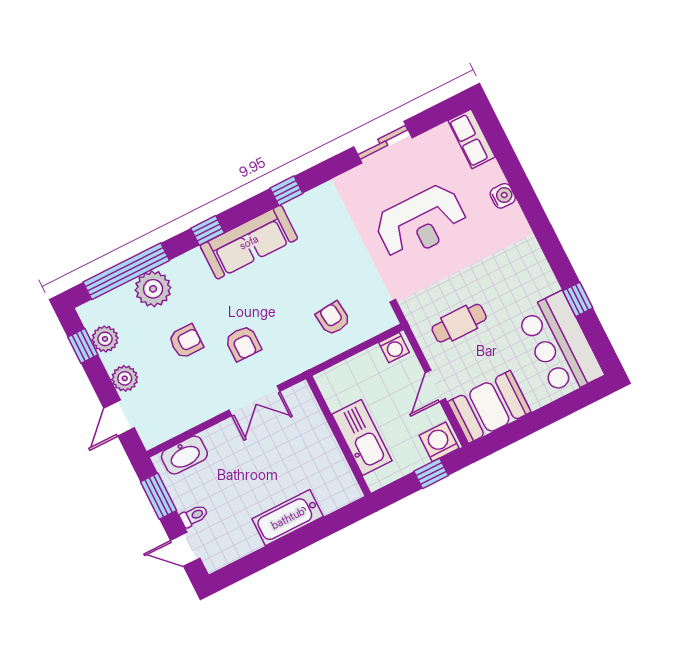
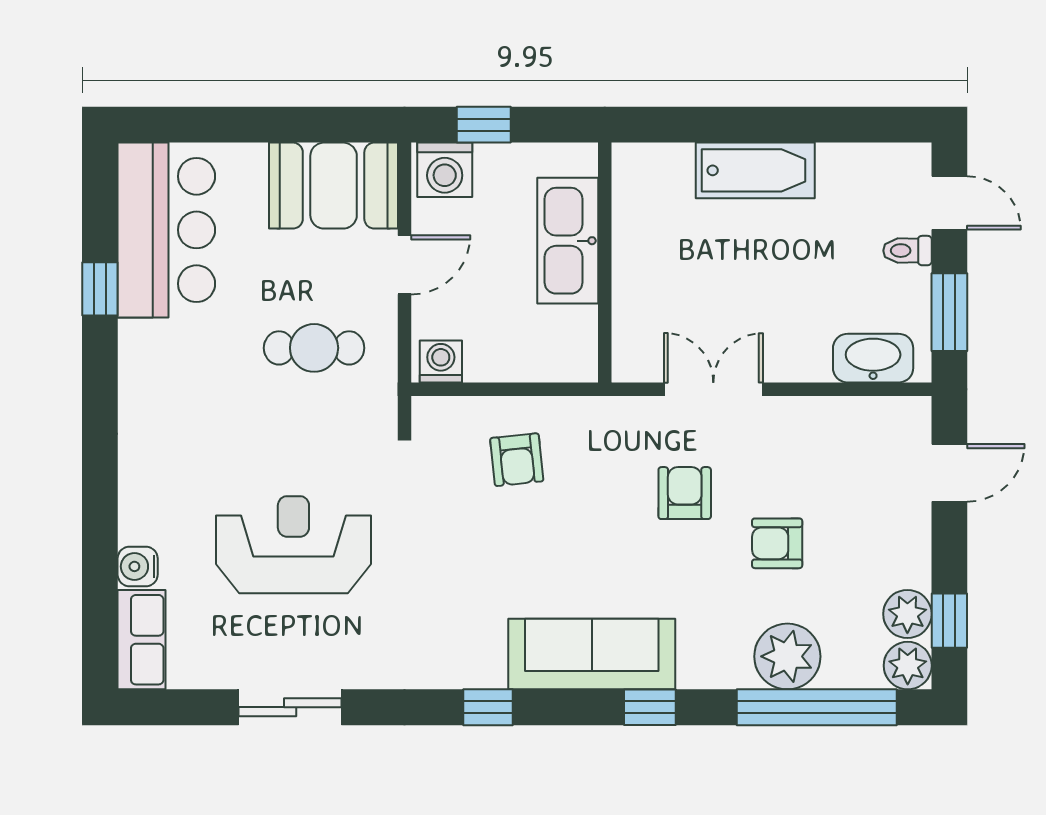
water cooler: (503, 196) -> (138, 566), moved
plant: (125, 378) -> (908, 666), moved

